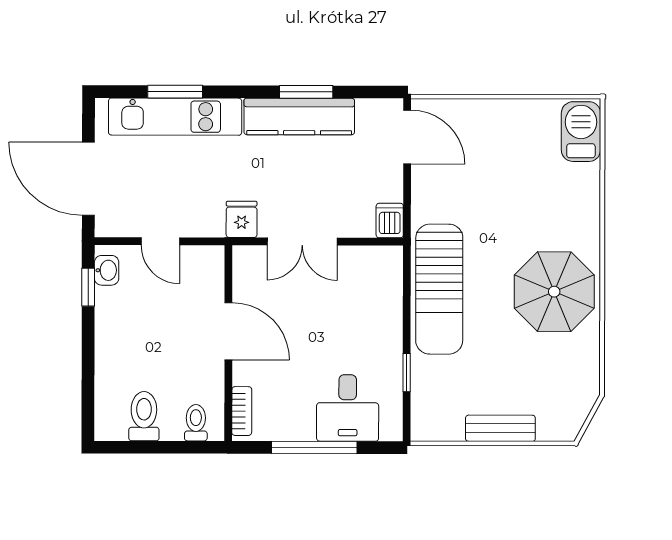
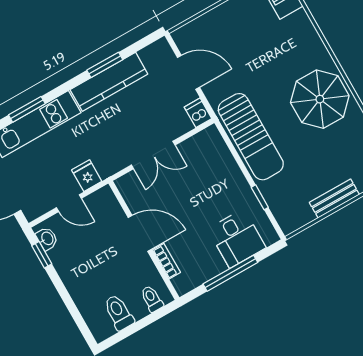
door: (407, 137) -> (188, 72), moved
fridge: (242, 219) -> (87, 176), moved
bookcase: (242, 411) -> (166, 261), moved

